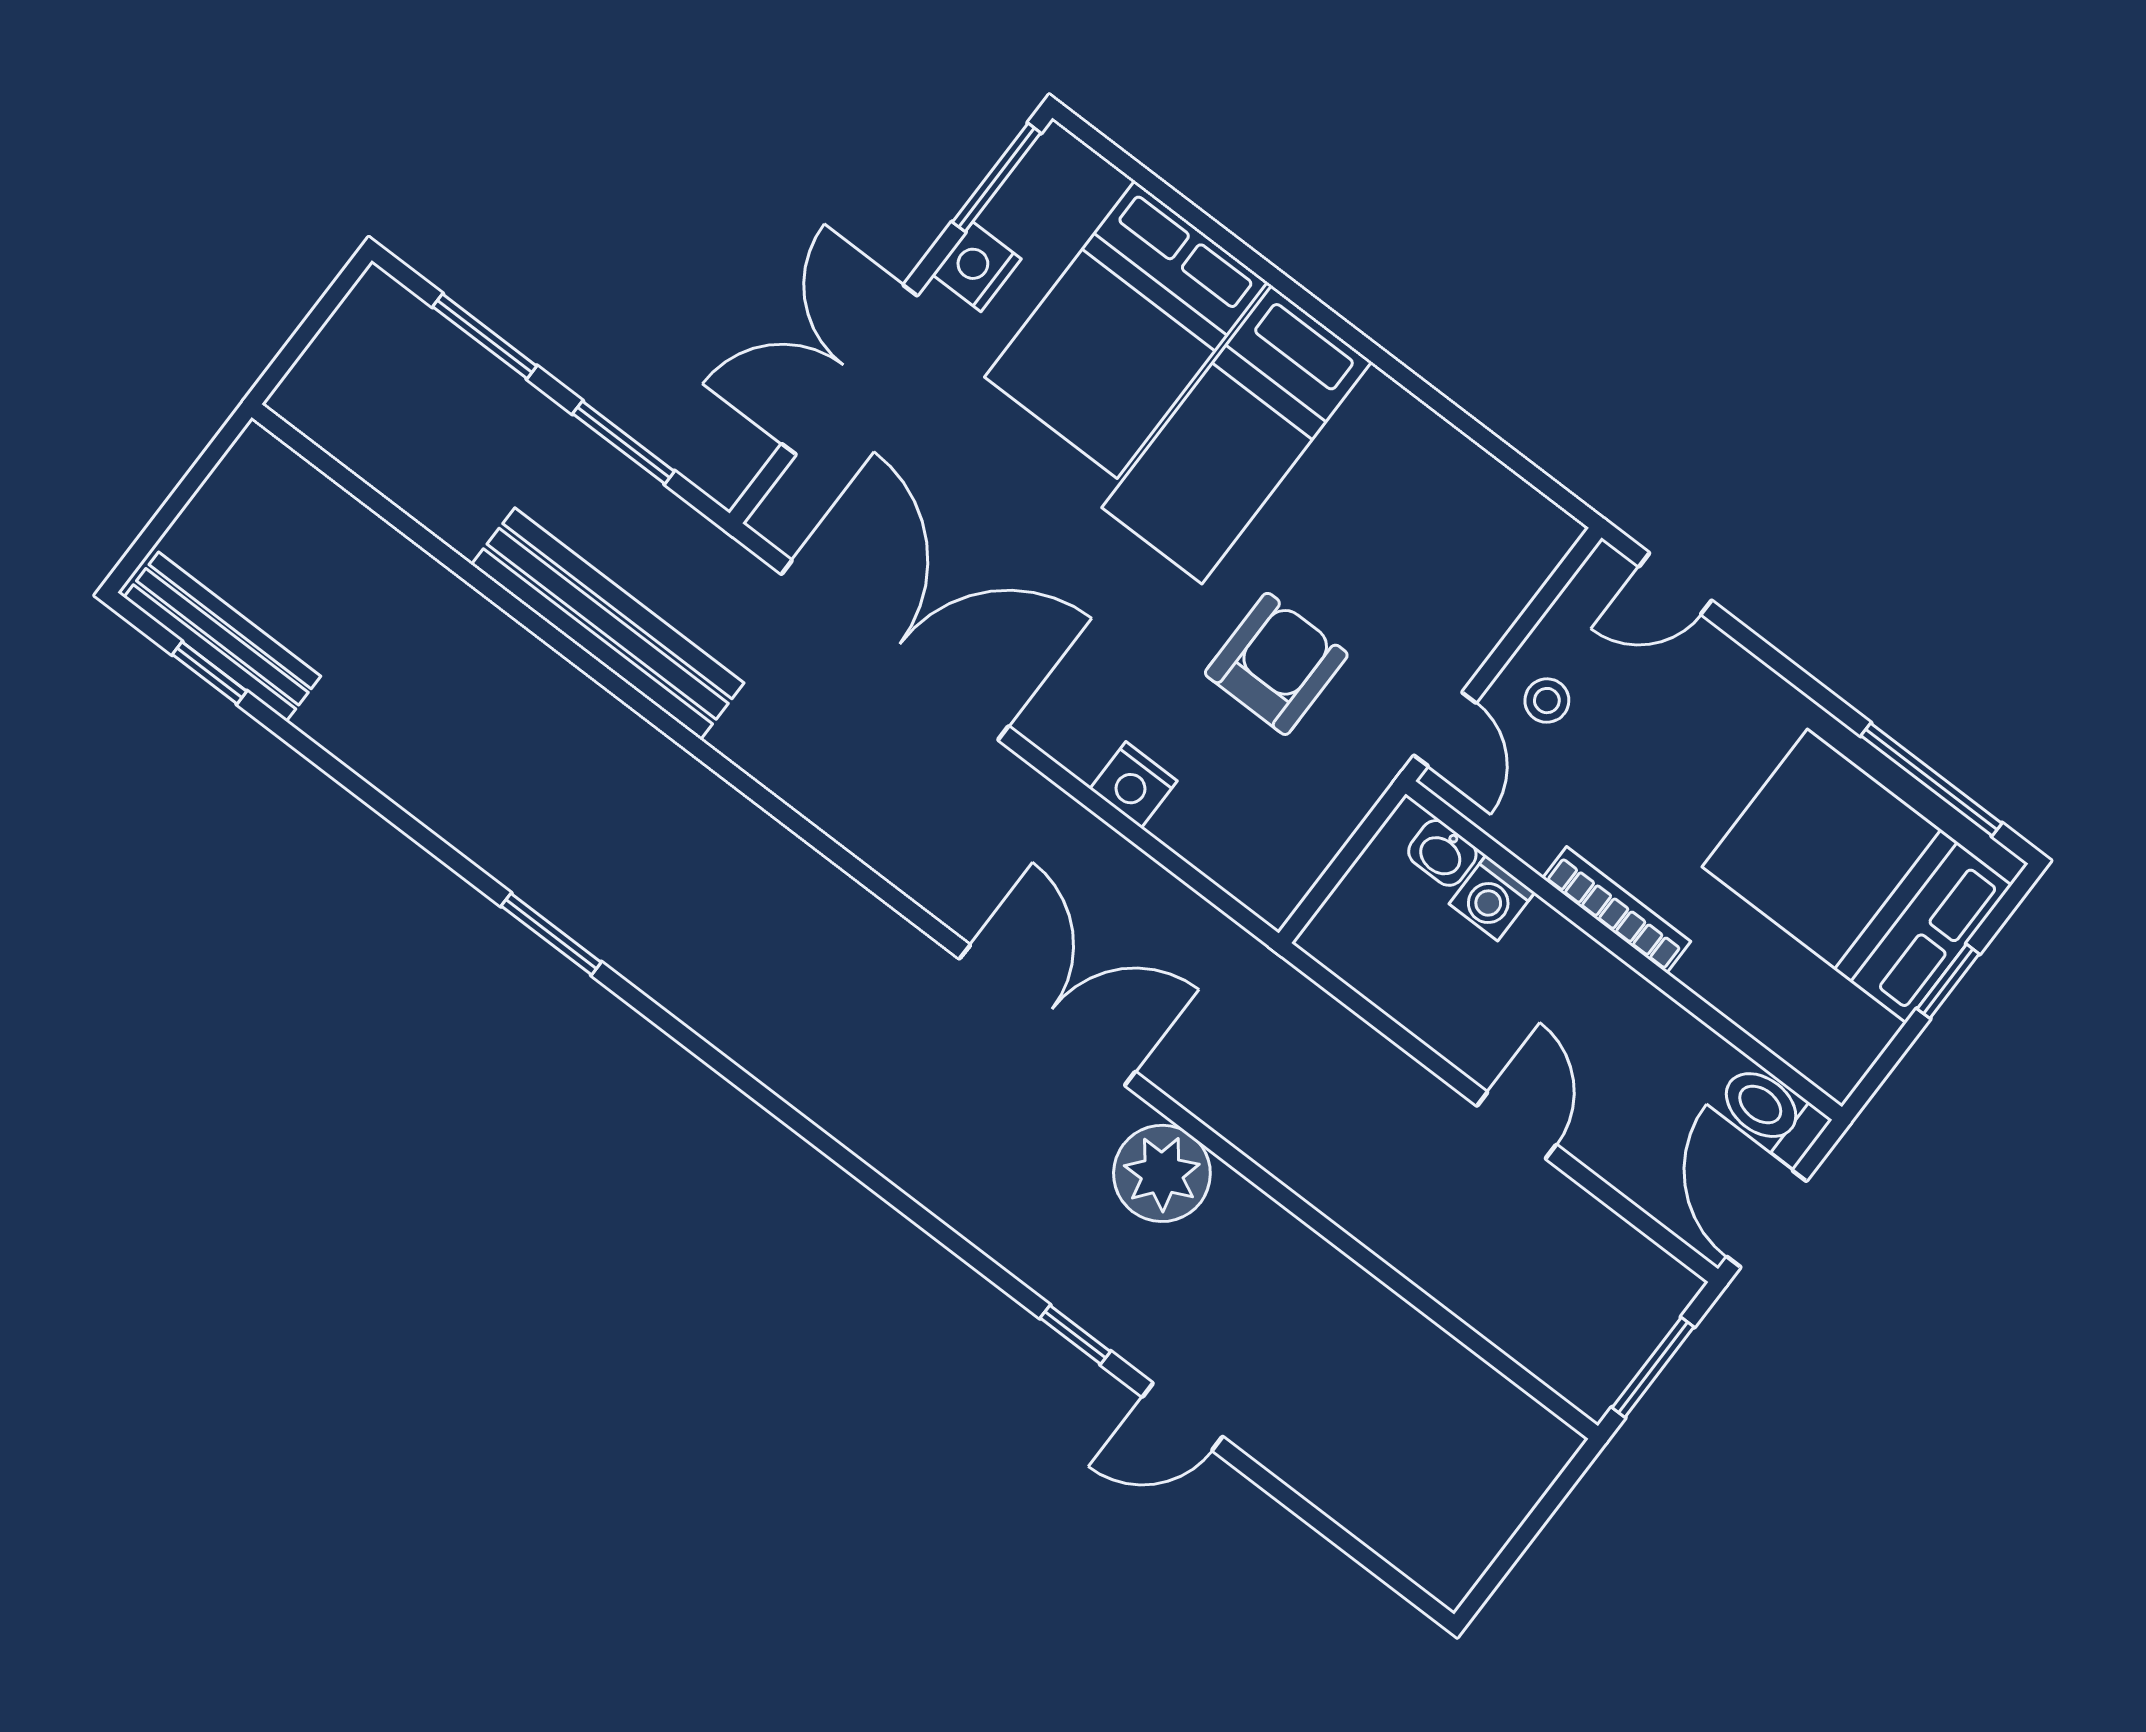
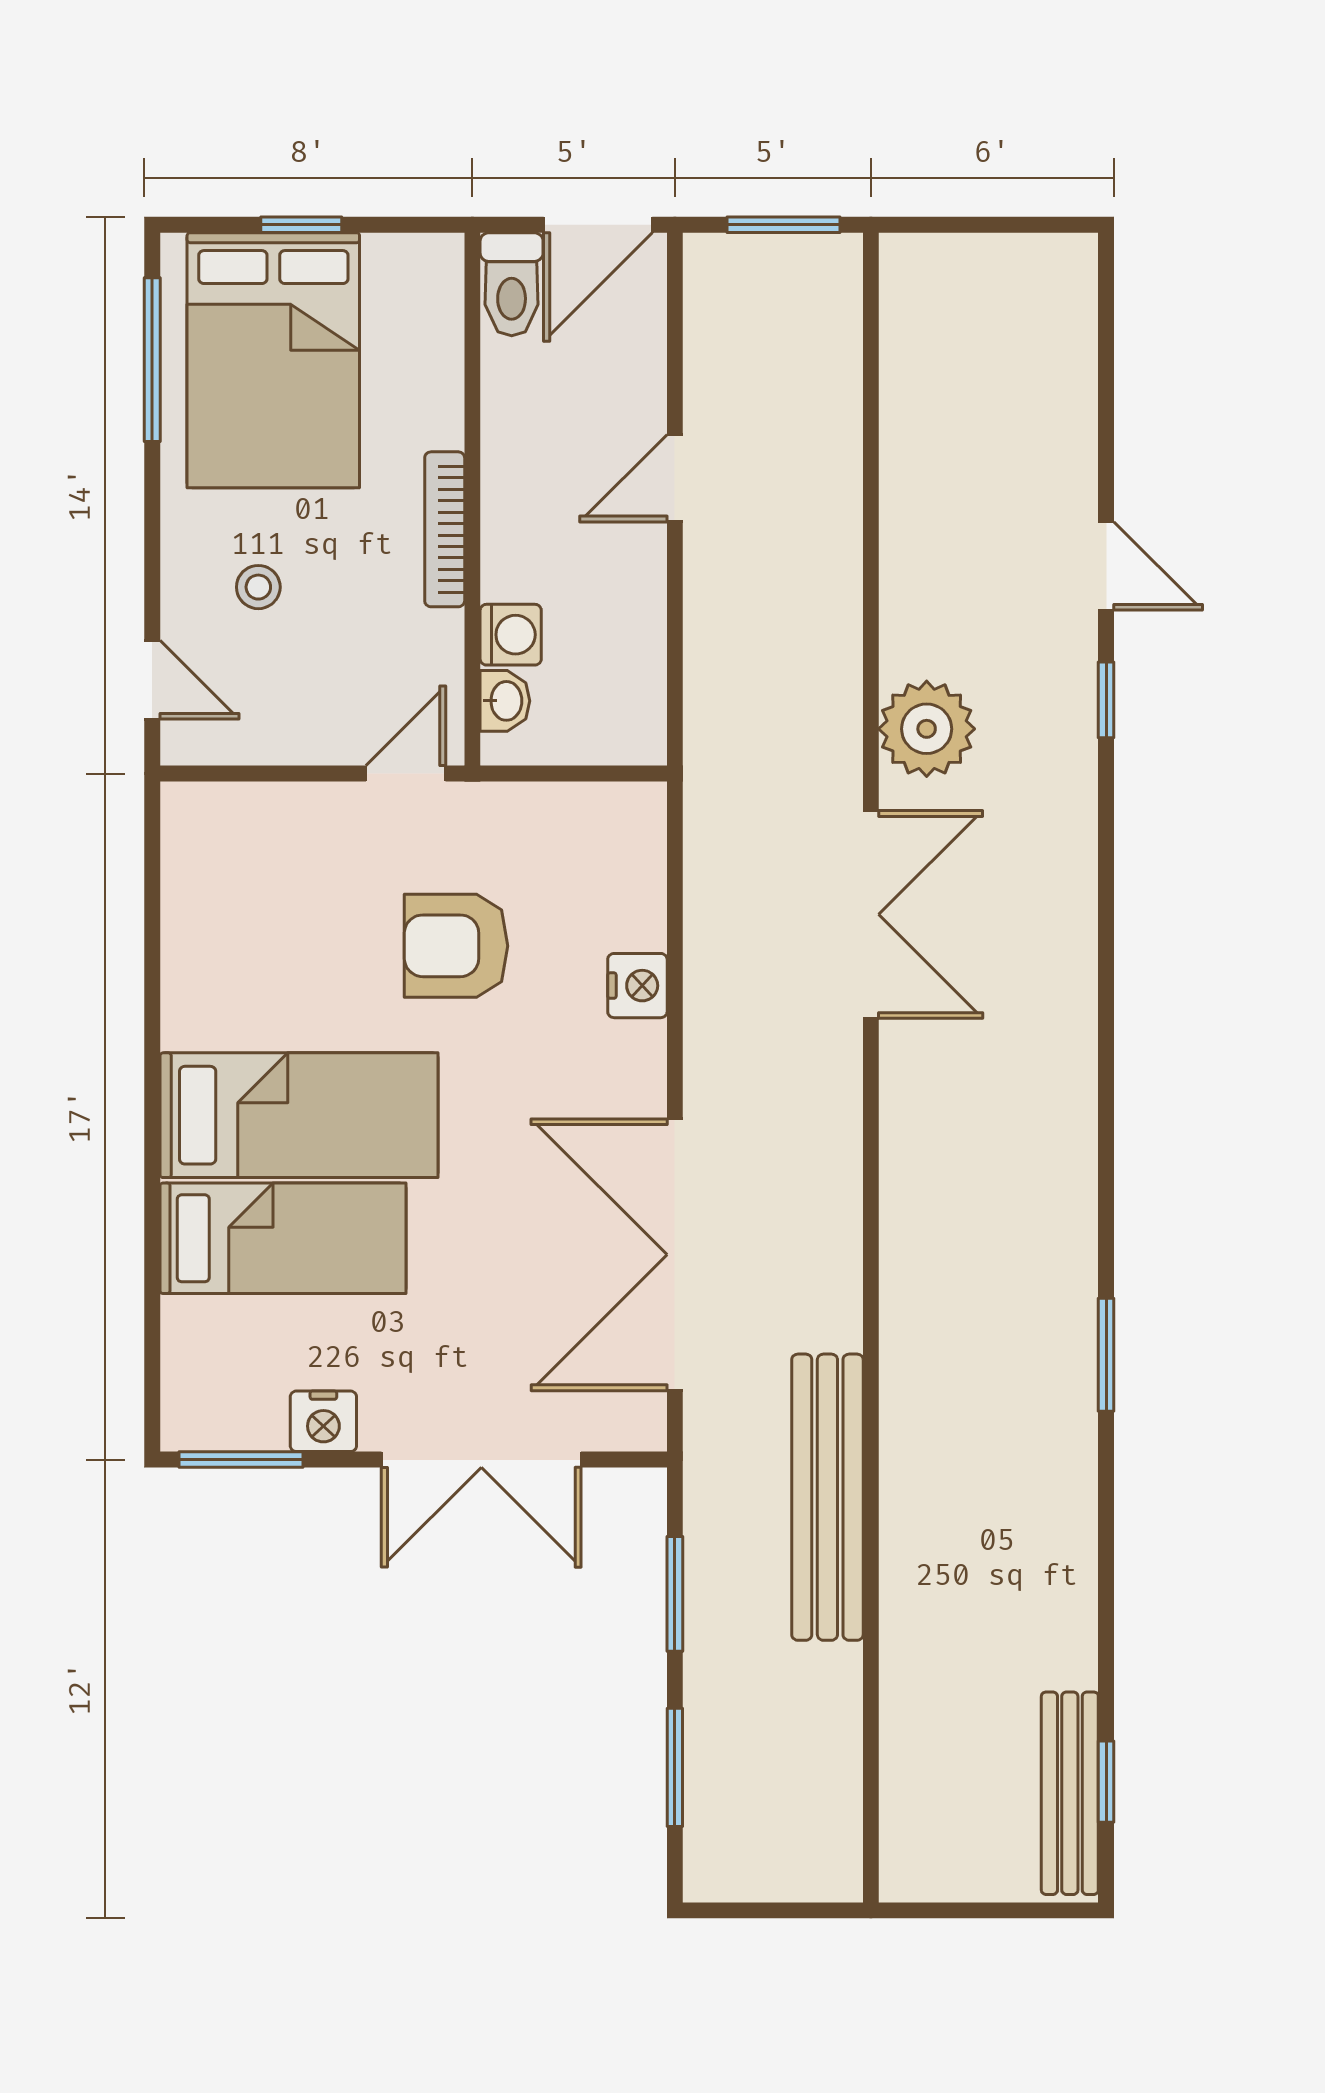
bed: (1126, 330) -> (283, 1238), width x0.67
stool: (1547, 701) -> (258, 587), moved
double door: (1047, 1015) -> (871, 914), swing flipped

